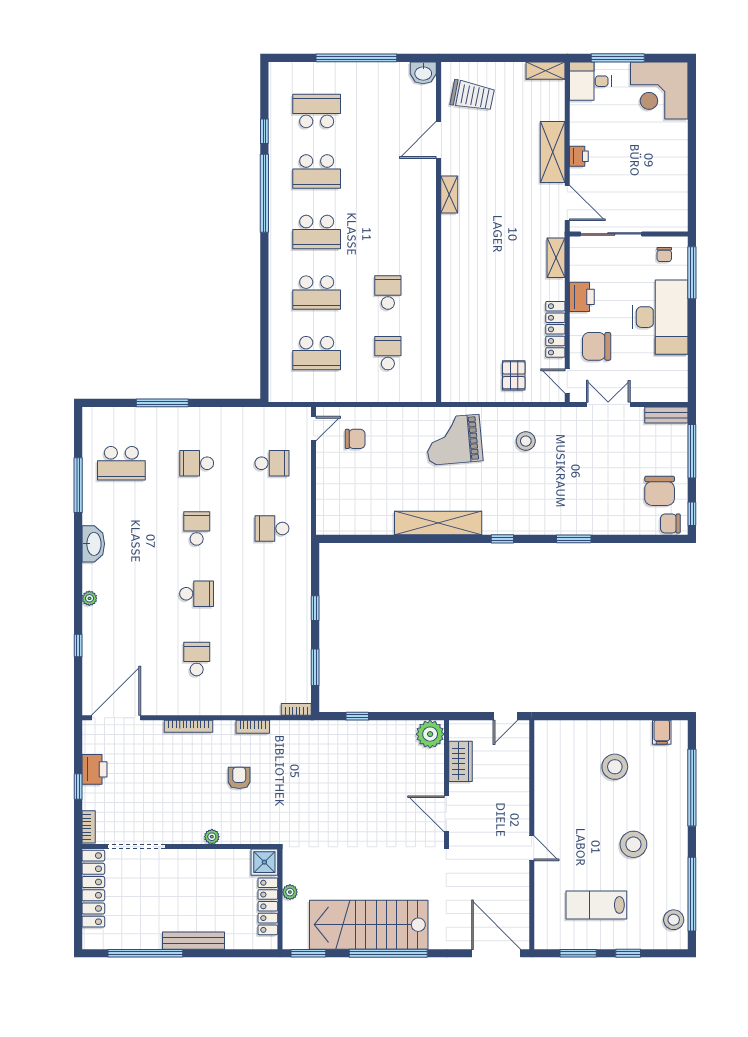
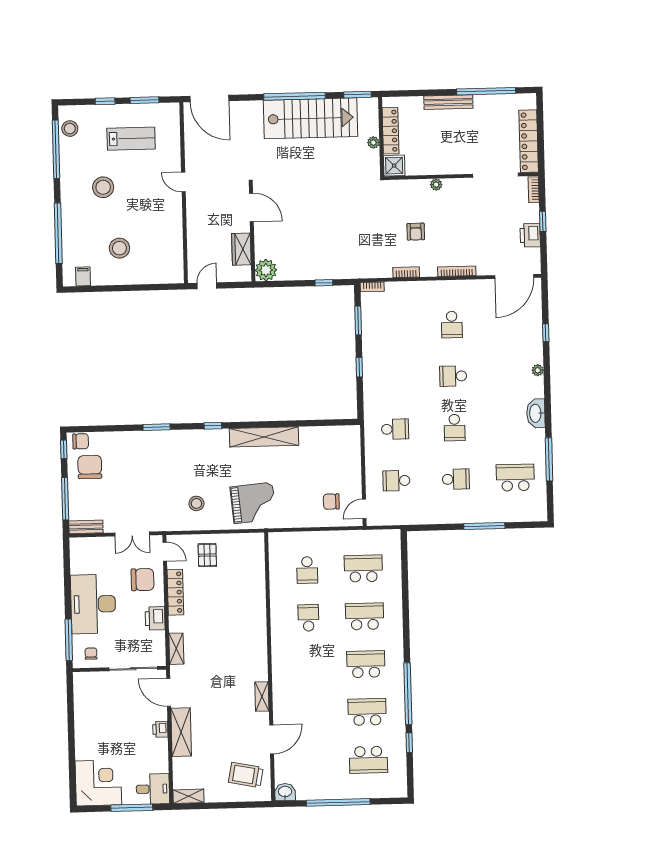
school desk: (388, 293) -> (308, 618), turned 180

